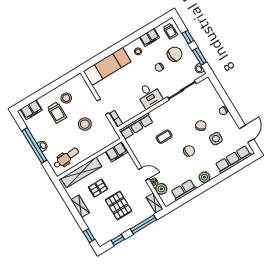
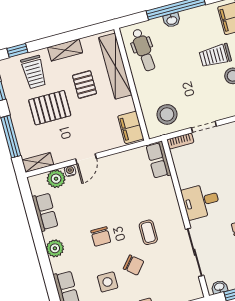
stool: (85, 124) -> (167, 114), moved
row of seats: (136, 126) -> (159, 160), width x0.68
coffee table: (164, 137) -> (148, 232), moved
trolley: (99, 222) -> (34, 72), added

